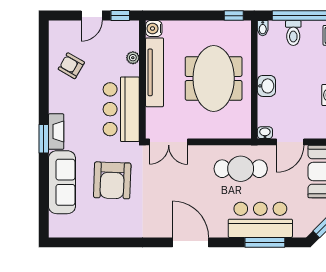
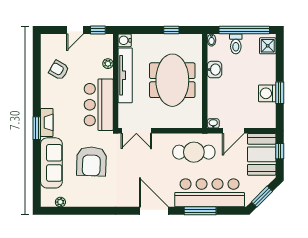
window: (234, 16) -> (171, 30), moved
washbasin: (266, 86) -> (214, 70), moved
bar counter: (260, 220) -> (210, 193), width x1.36
plant: (73, 231) -> (60, 202), added
window: (265, 242) -> (200, 211), moved

